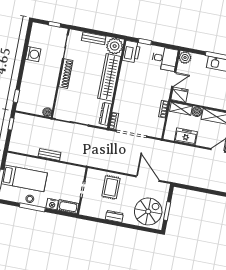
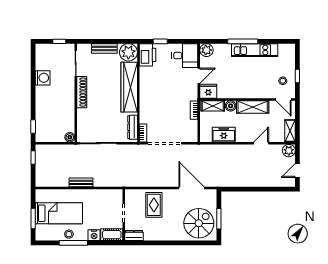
dresser: (114, 216) -> (134, 235), moved

